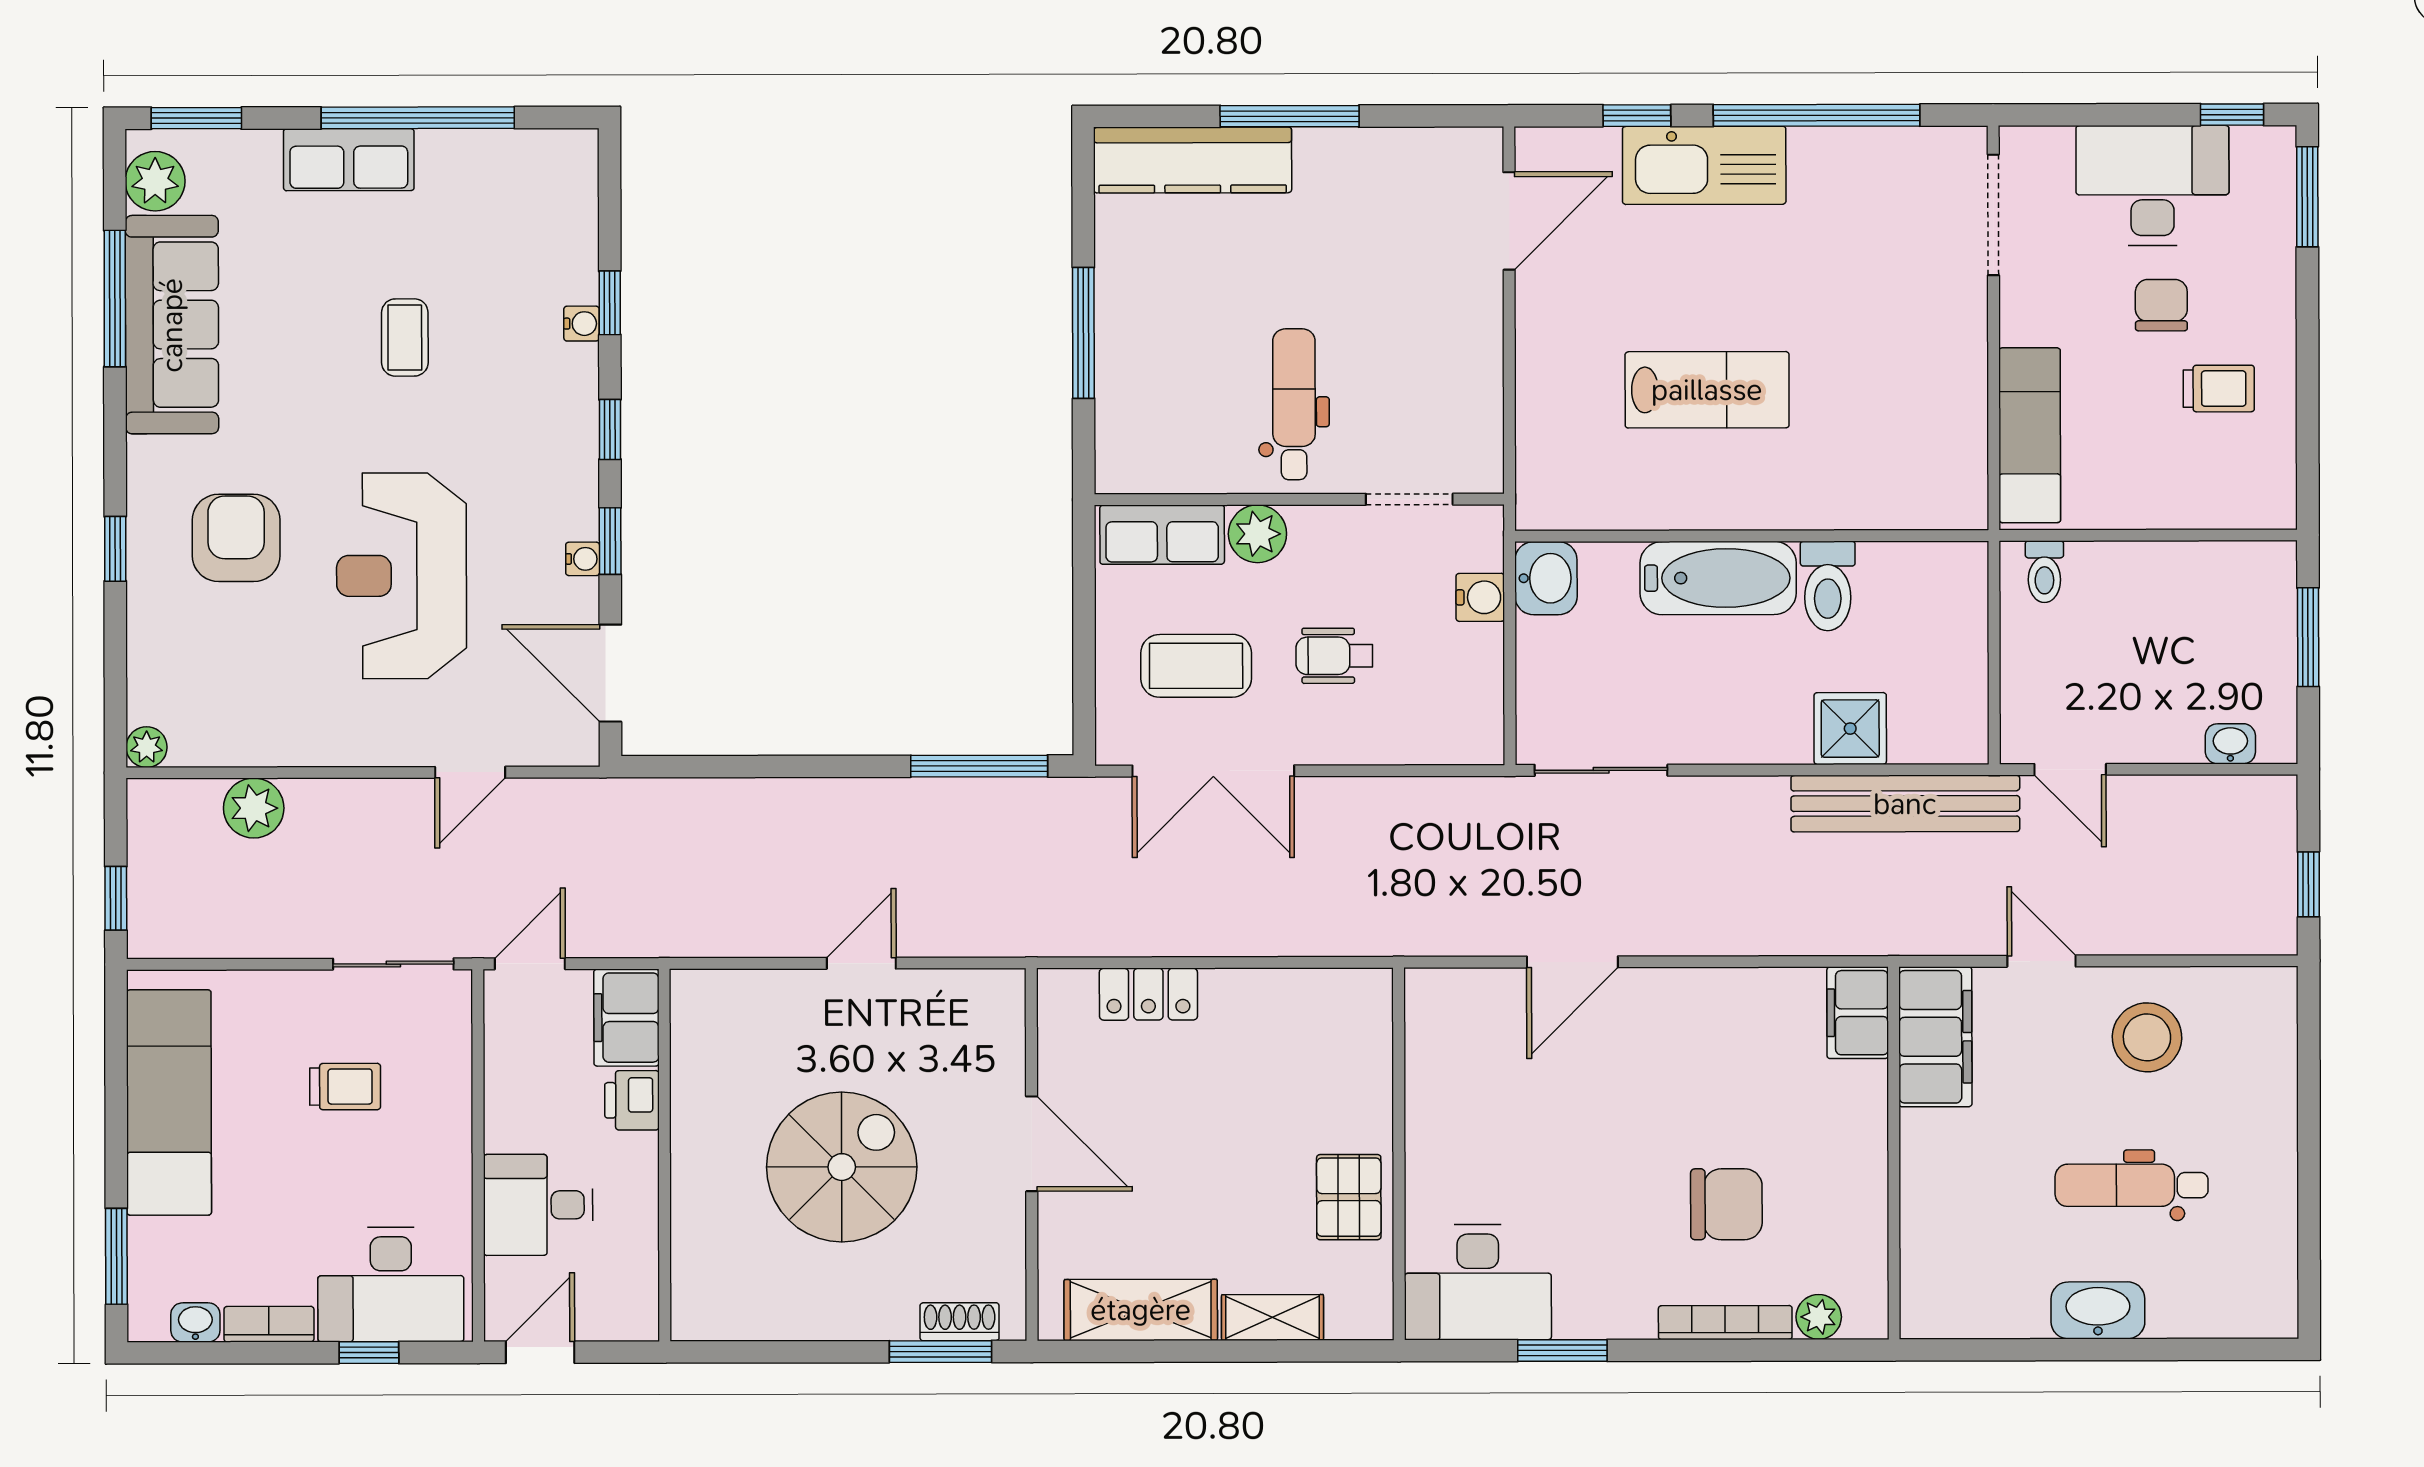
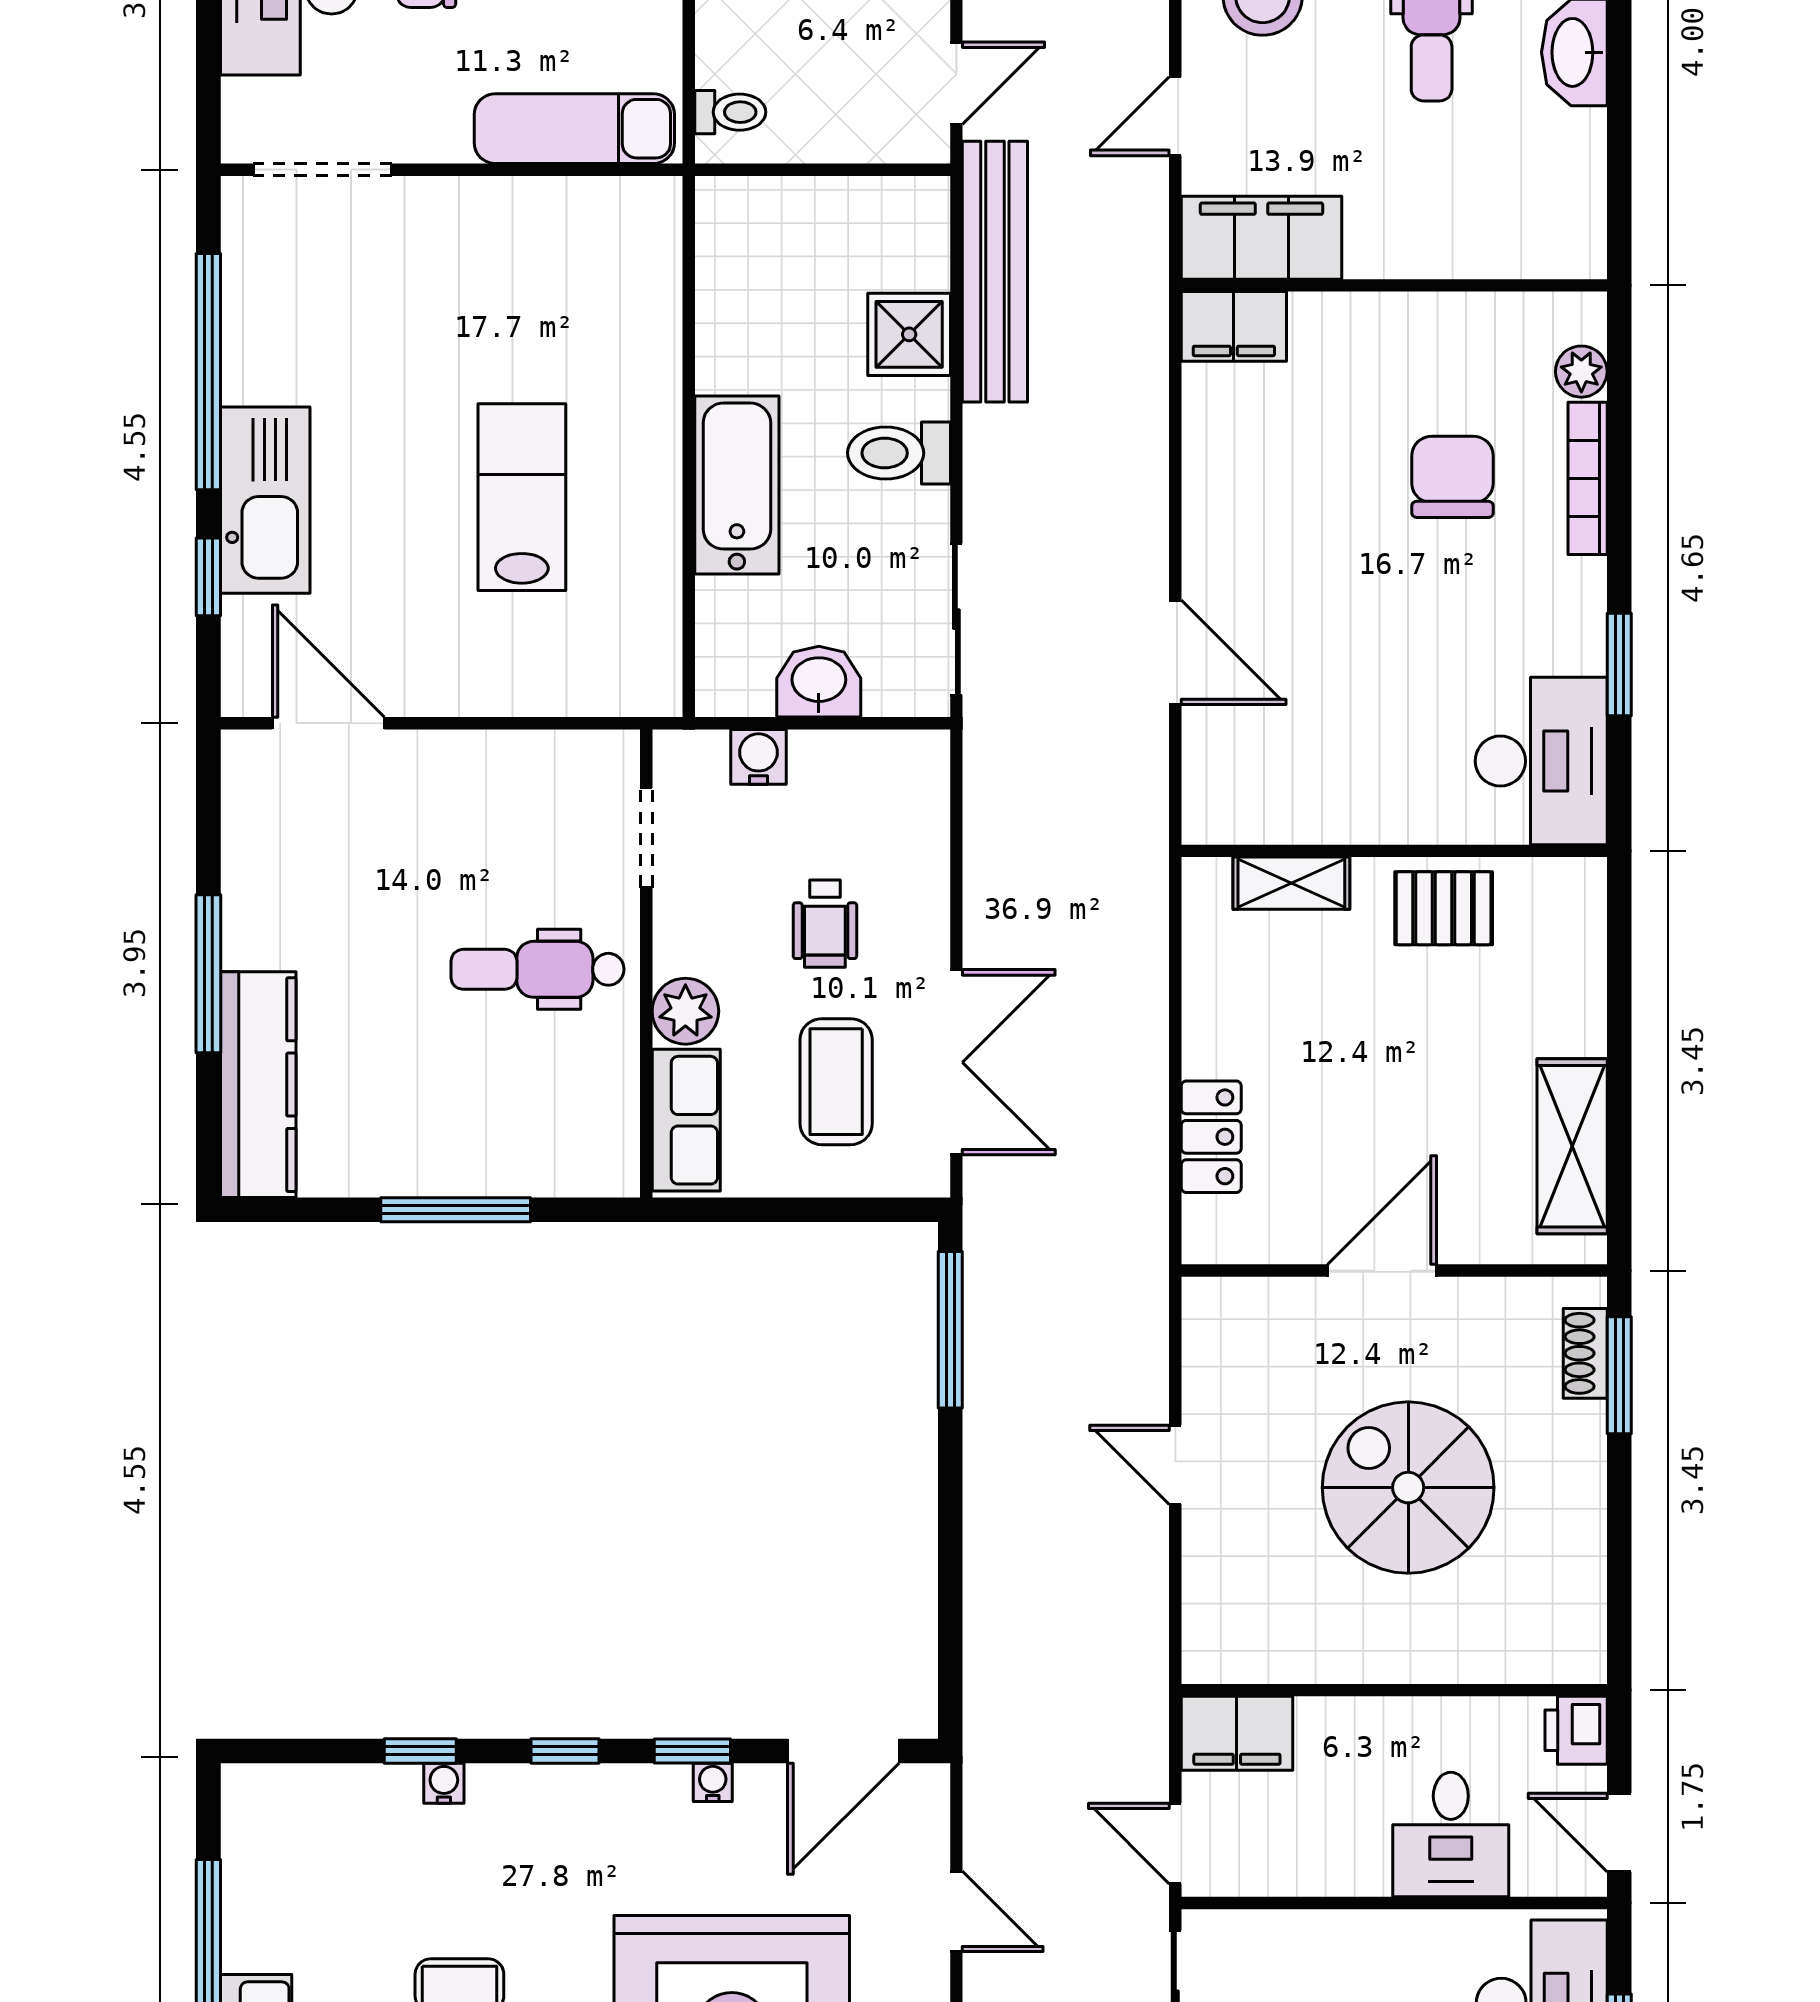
washbasin: (1546, 578) -> (819, 682), moved
toilet: (1828, 586) -> (899, 453), moved, turned 180
printer: (632, 1100) -> (1576, 1730), moved, turned 90
shelving: (1272, 1317) -> (1291, 883), moved, turned 90

